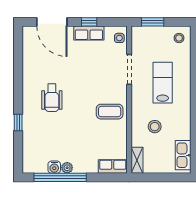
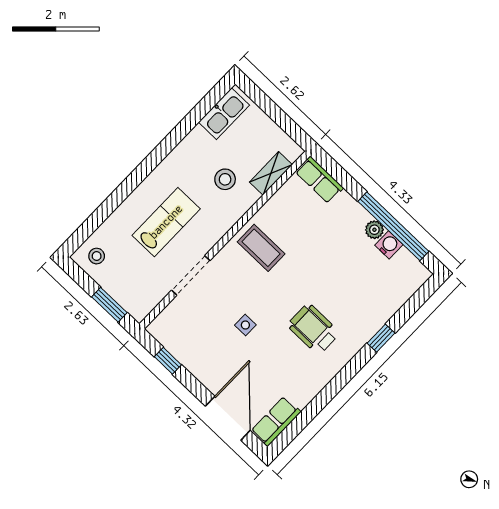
window: (89, 22) -> (168, 361), moved
row of seats: (89, 33) -> (276, 421), moved, turned -90
side table: (119, 38) -> (245, 325), moved
lab bench: (163, 83) -> (166, 222), turned 180
wheelchair: (52, 98) -> (313, 329), turned -90
shelving: (137, 160) -> (271, 173), moved

